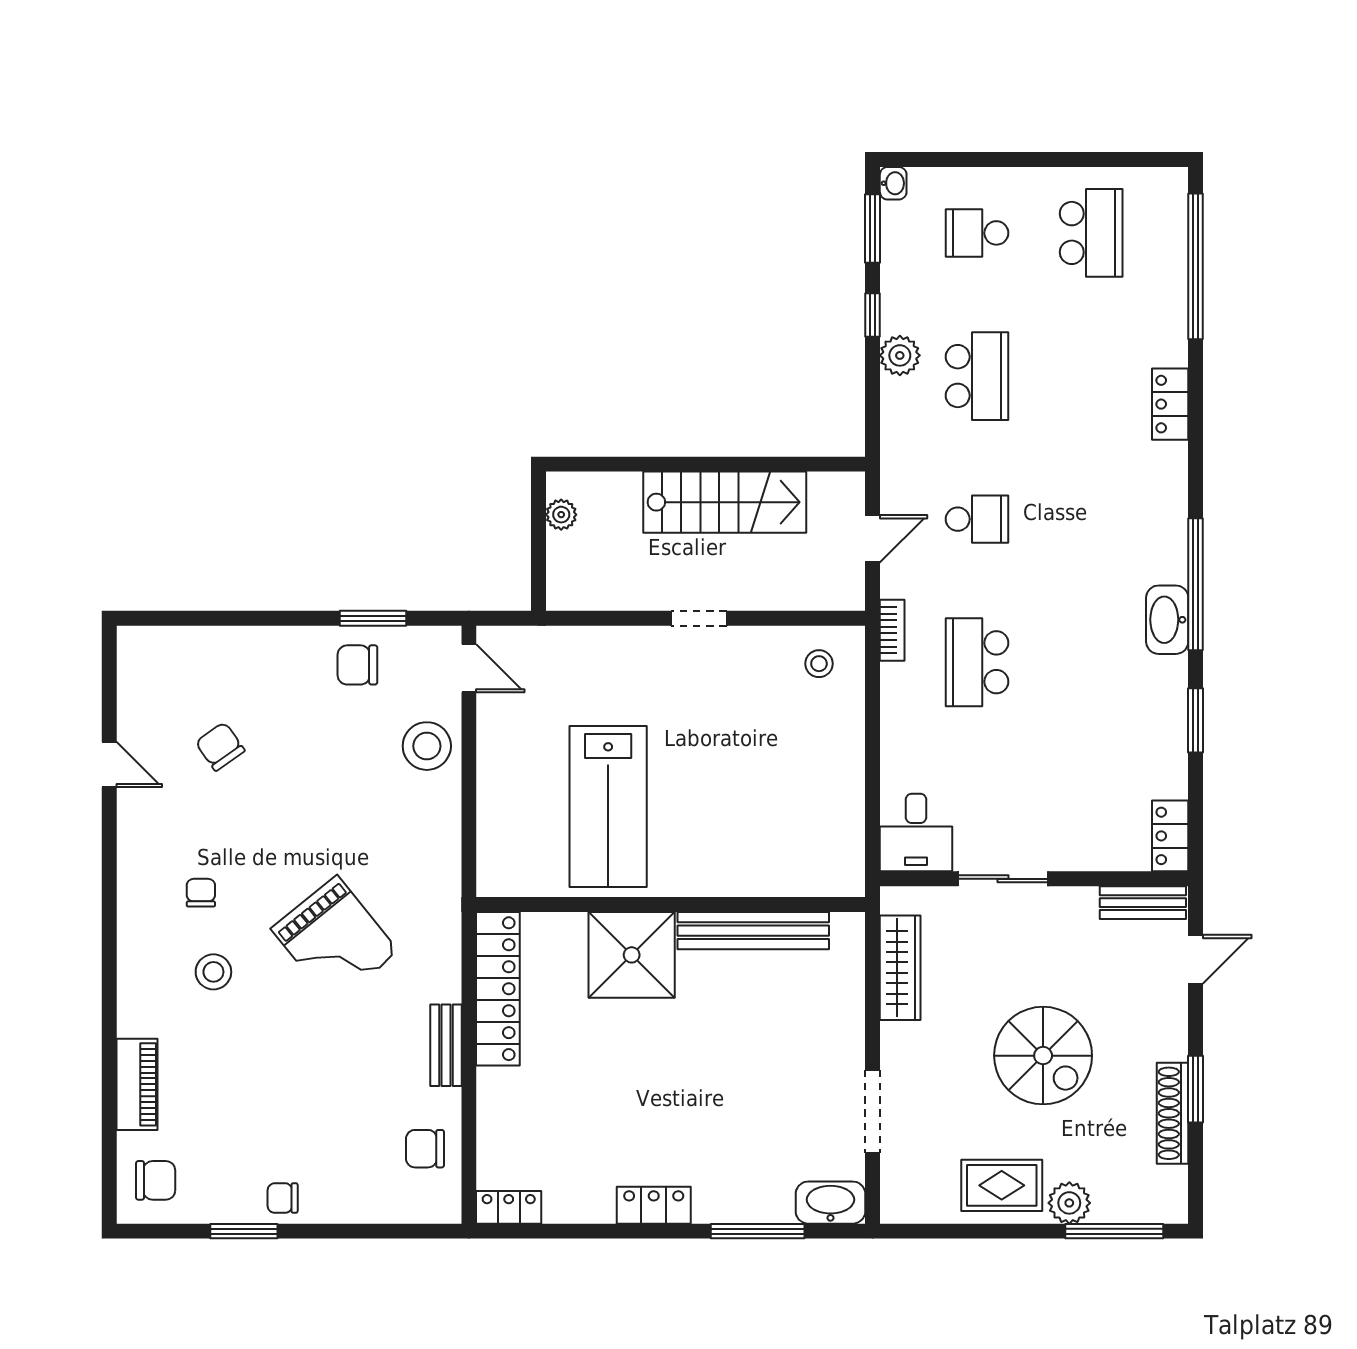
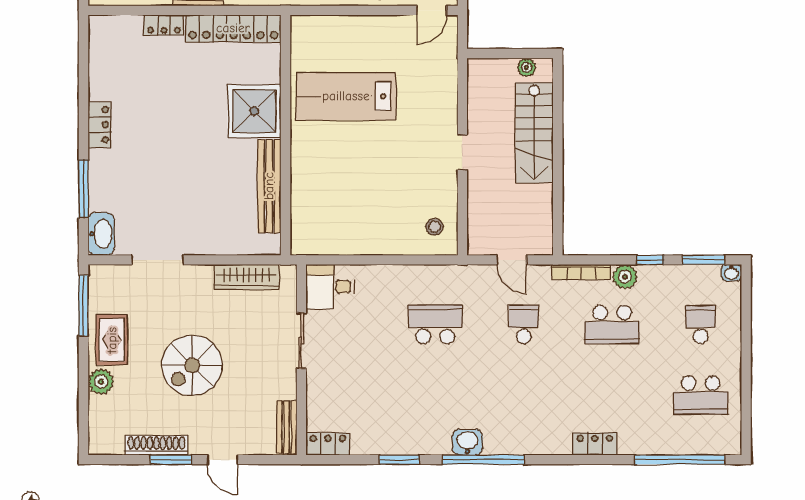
stairs: (725, 502) -> (534, 133), moved
school desk: (977, 519) -> (524, 325), turned 180
washbasin: (1167, 620) -> (467, 442), width x0.72
bookcase: (892, 630) -> (581, 272), moved, width x1.56
door: (1196, 959) -> (222, 460), moved
locker: (509, 1207) -> (164, 25), moved, turned 90
window: (1114, 1231) -> (84, 306), moved

